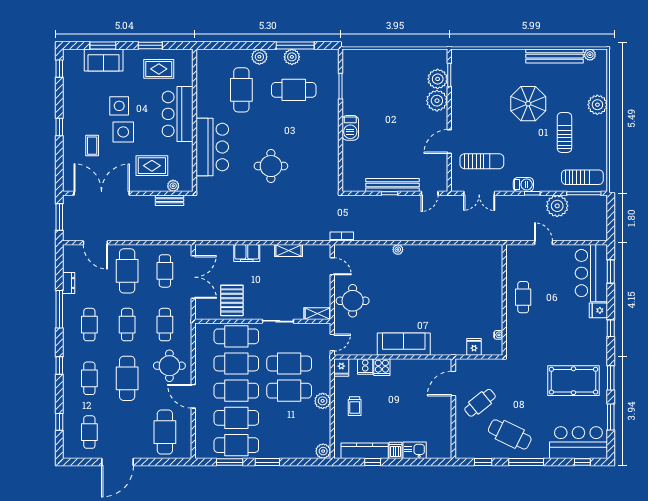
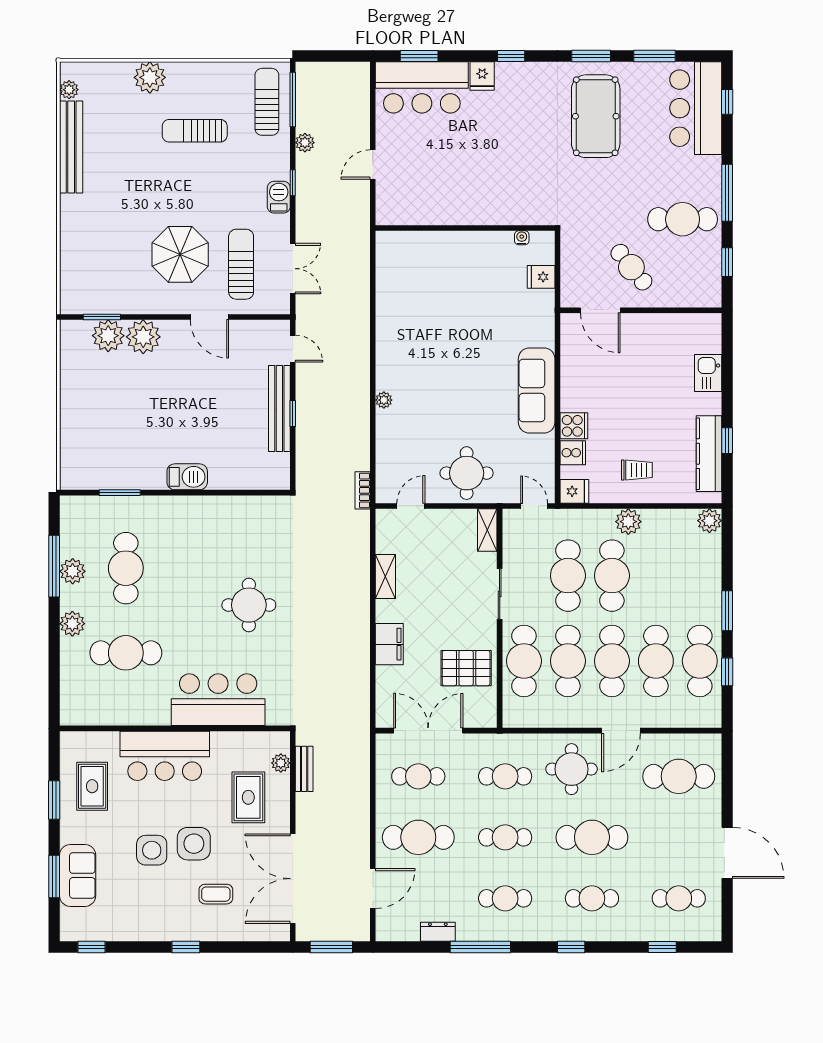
parasol: (528, 104) -> (180, 254), moved
plant: (557, 206) -> (305, 143), width x0.53, depth x0.53
cafe table: (523, 297) -> (461, 197), removed
cafe table: (510, 434) -> (683, 219), turned 64
dishwasher: (396, 450) -> (708, 404), removed
window: (230, 462) -> (727, 672), width x0.67

